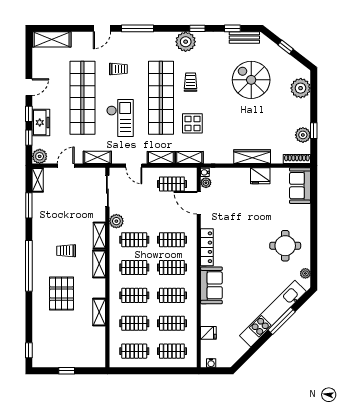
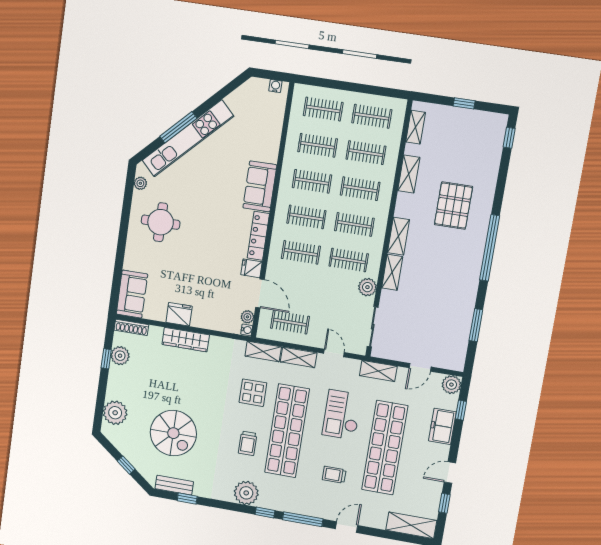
window: (197, 28) -> (265, 512), moved
window: (29, 114) -> (444, 503), moved
shelving: (38, 180) -> (416, 127), moved
trolley: (66, 251) -> (438, 260), removed
fridge: (208, 333) -> (252, 268), moved

